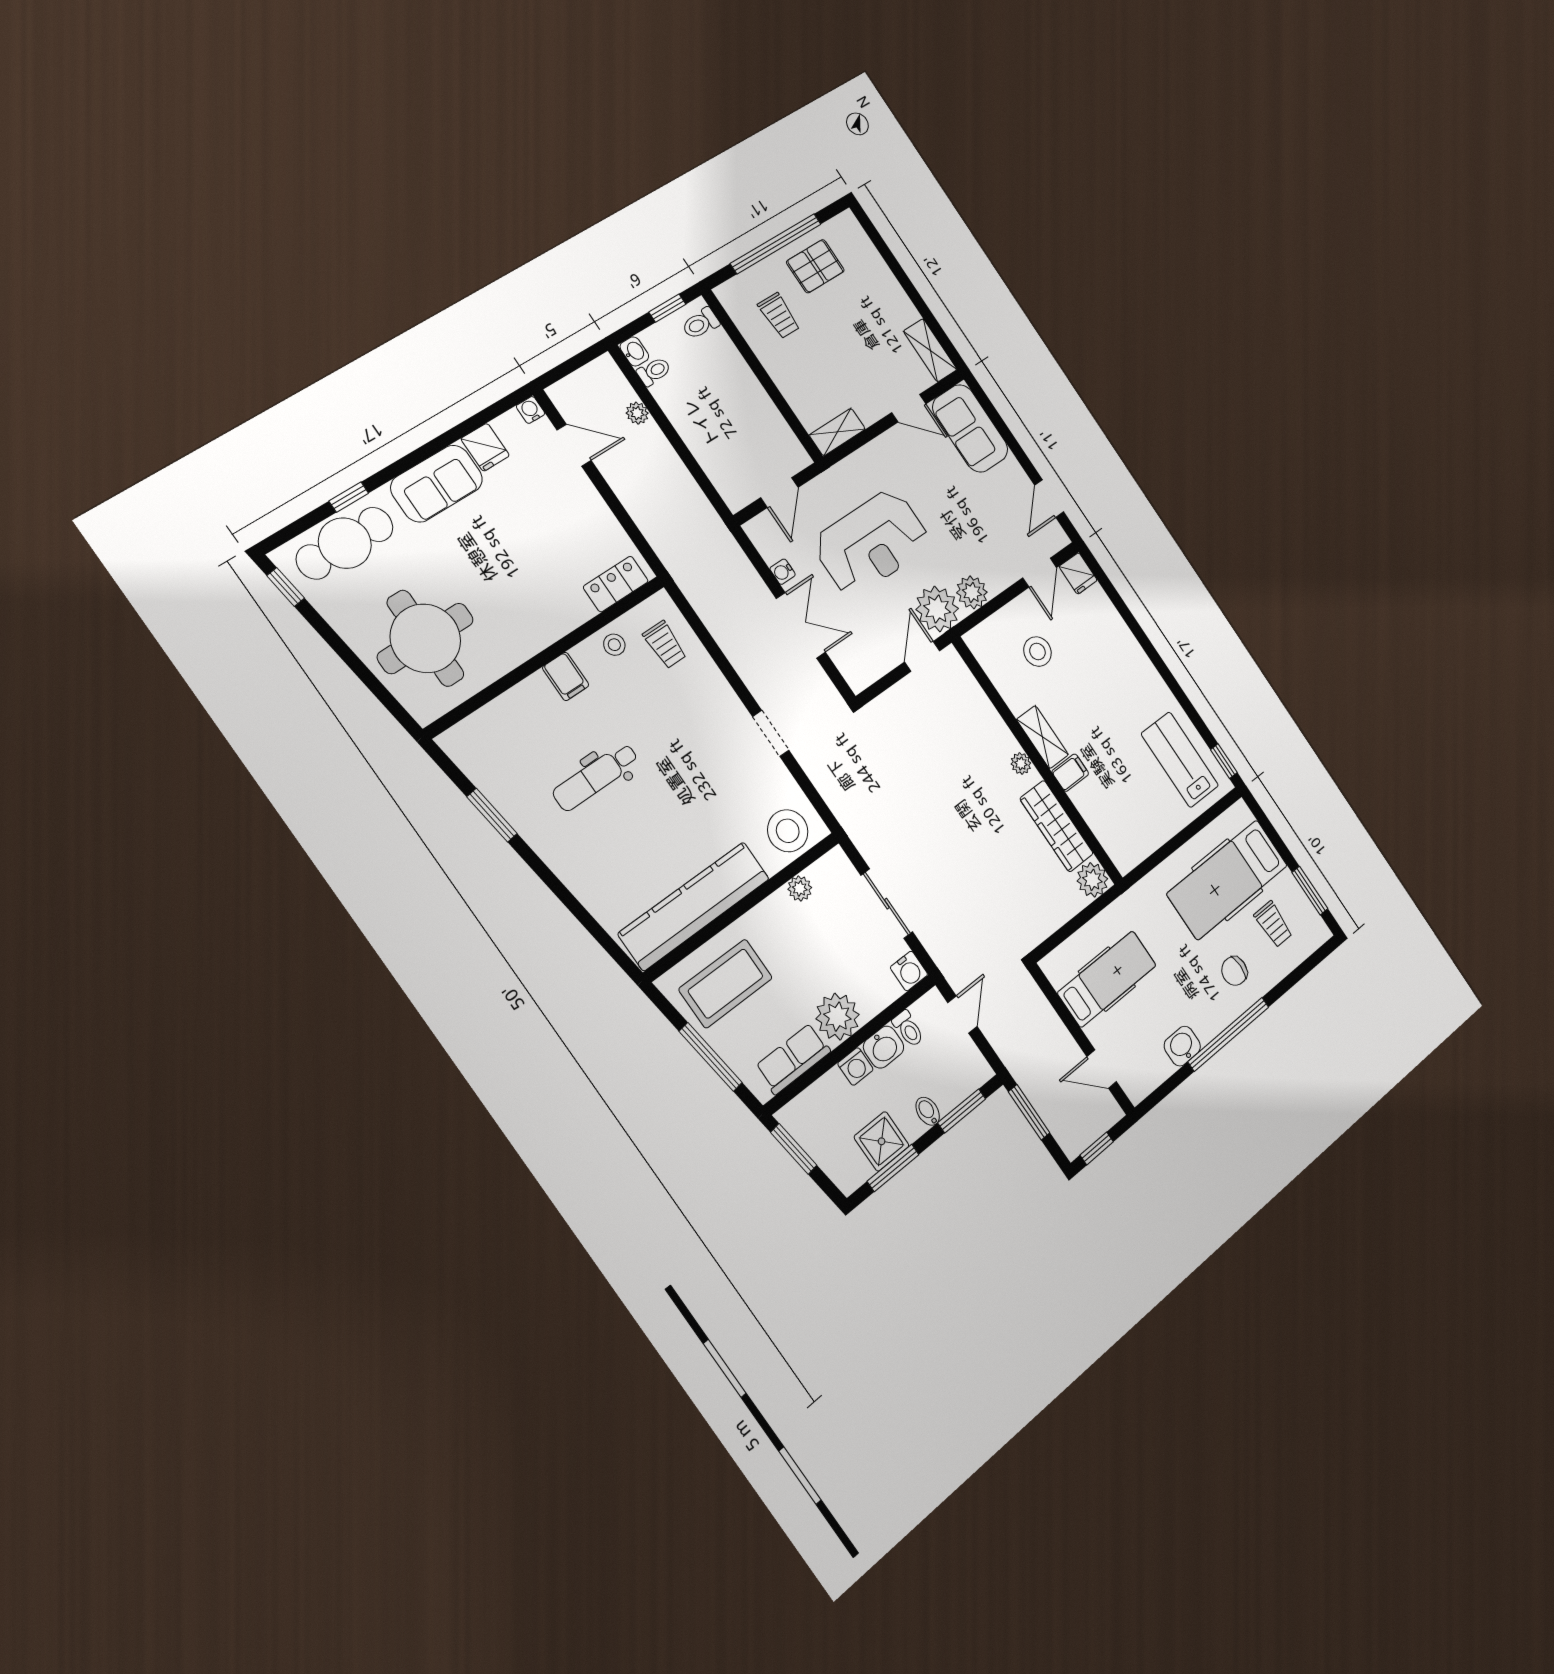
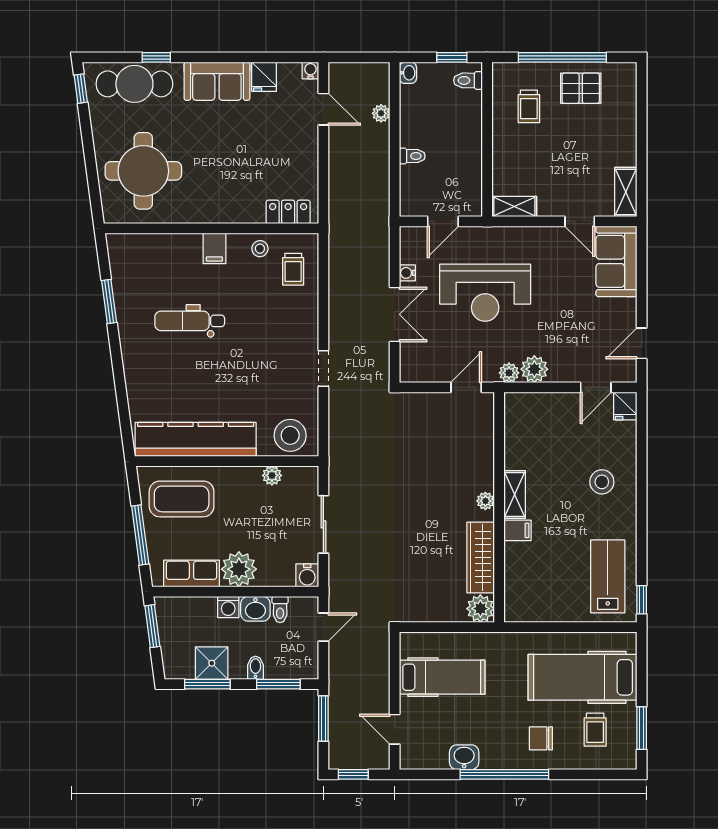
toilet: (654, 371) -> (412, 156), moved
plant: (937, 609) -> (509, 373), width x0.53, depth x0.53
stool: (1037, 652) -> (602, 482), moved

